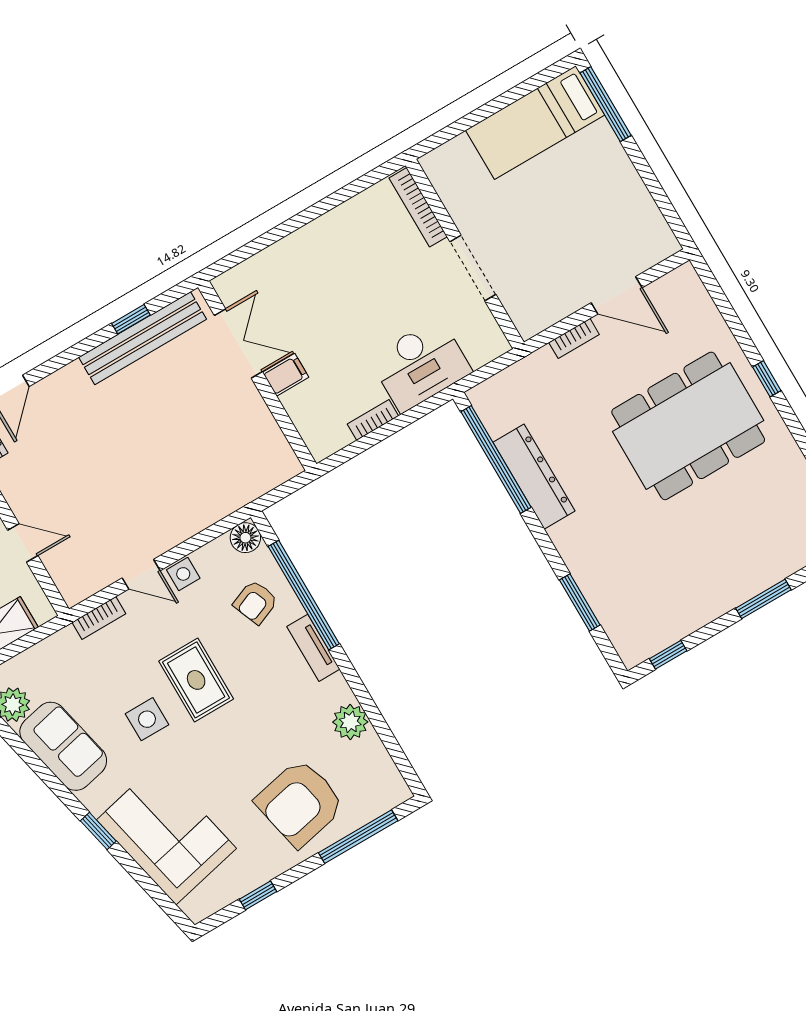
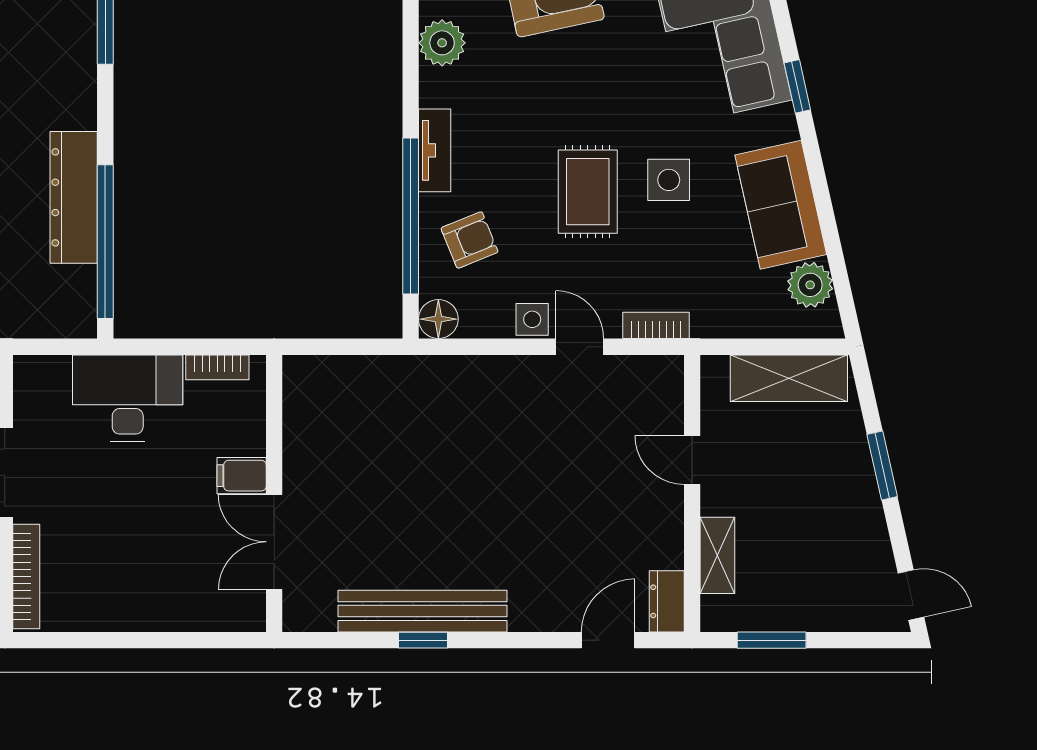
double door: (238, 344) -> (274, 542), moved
filing cabinet: (286, 375) -> (242, 476), moved
wall: (257, 376) -> (274, 493), moved

